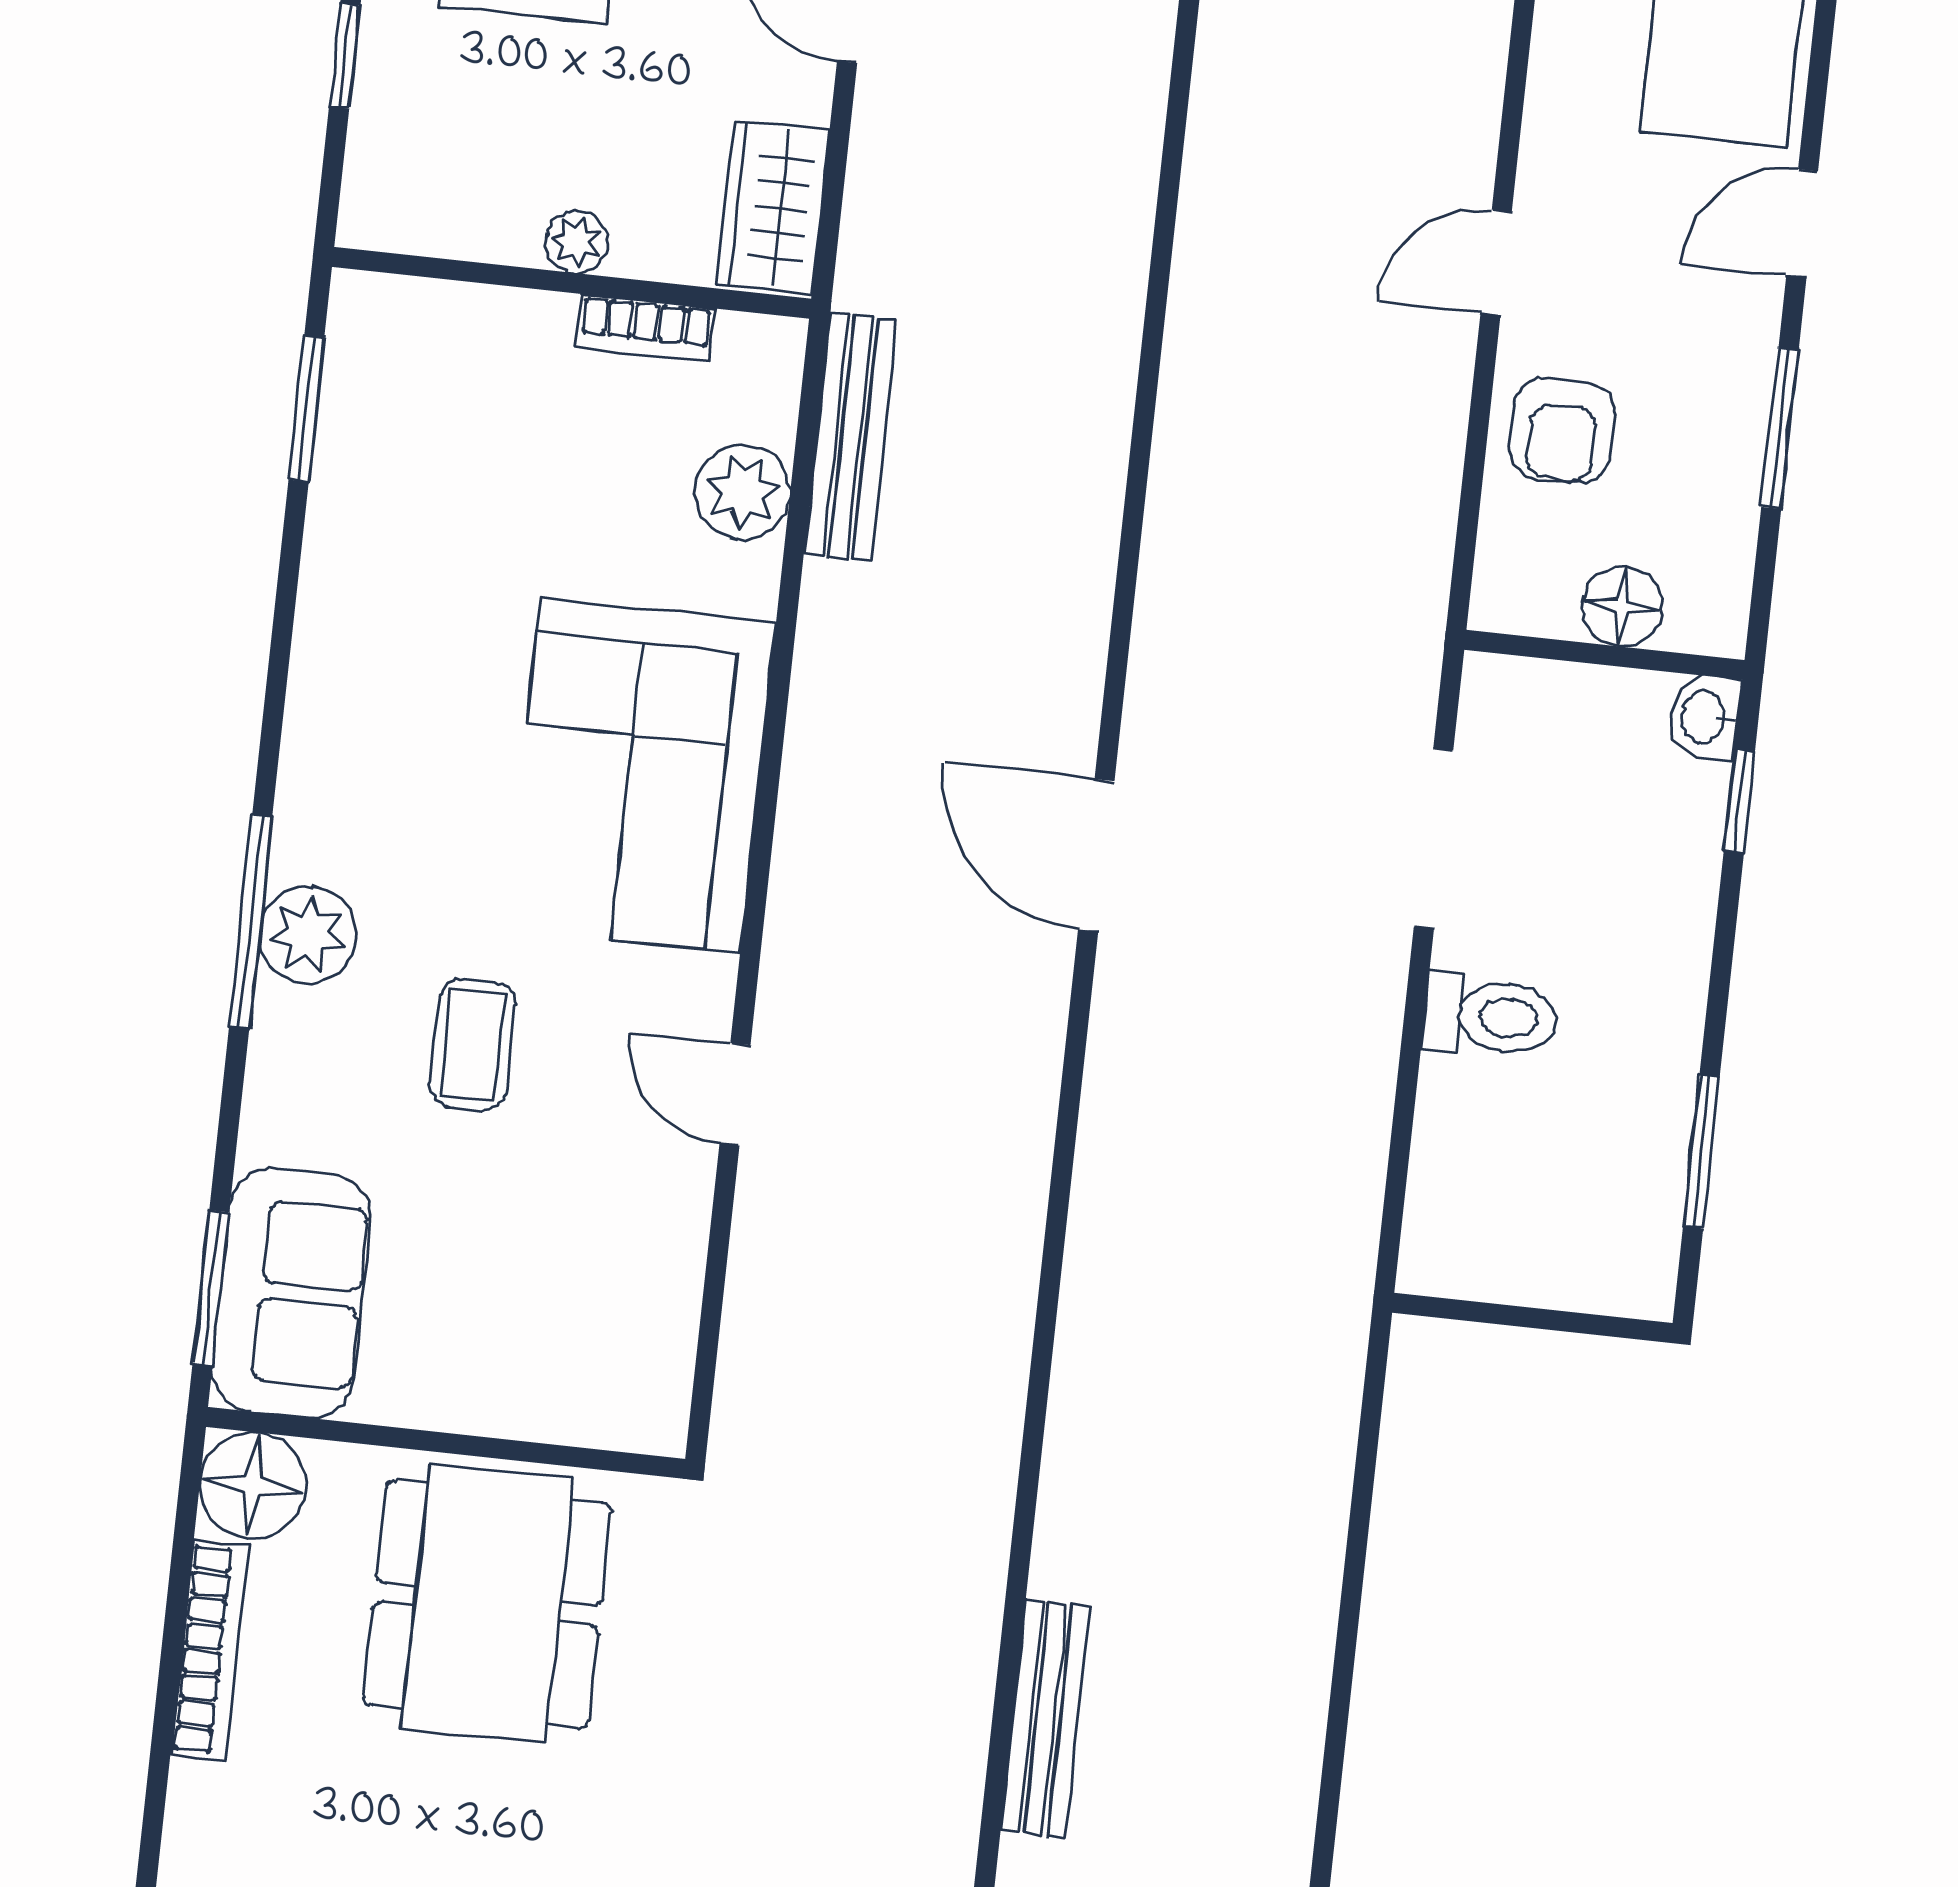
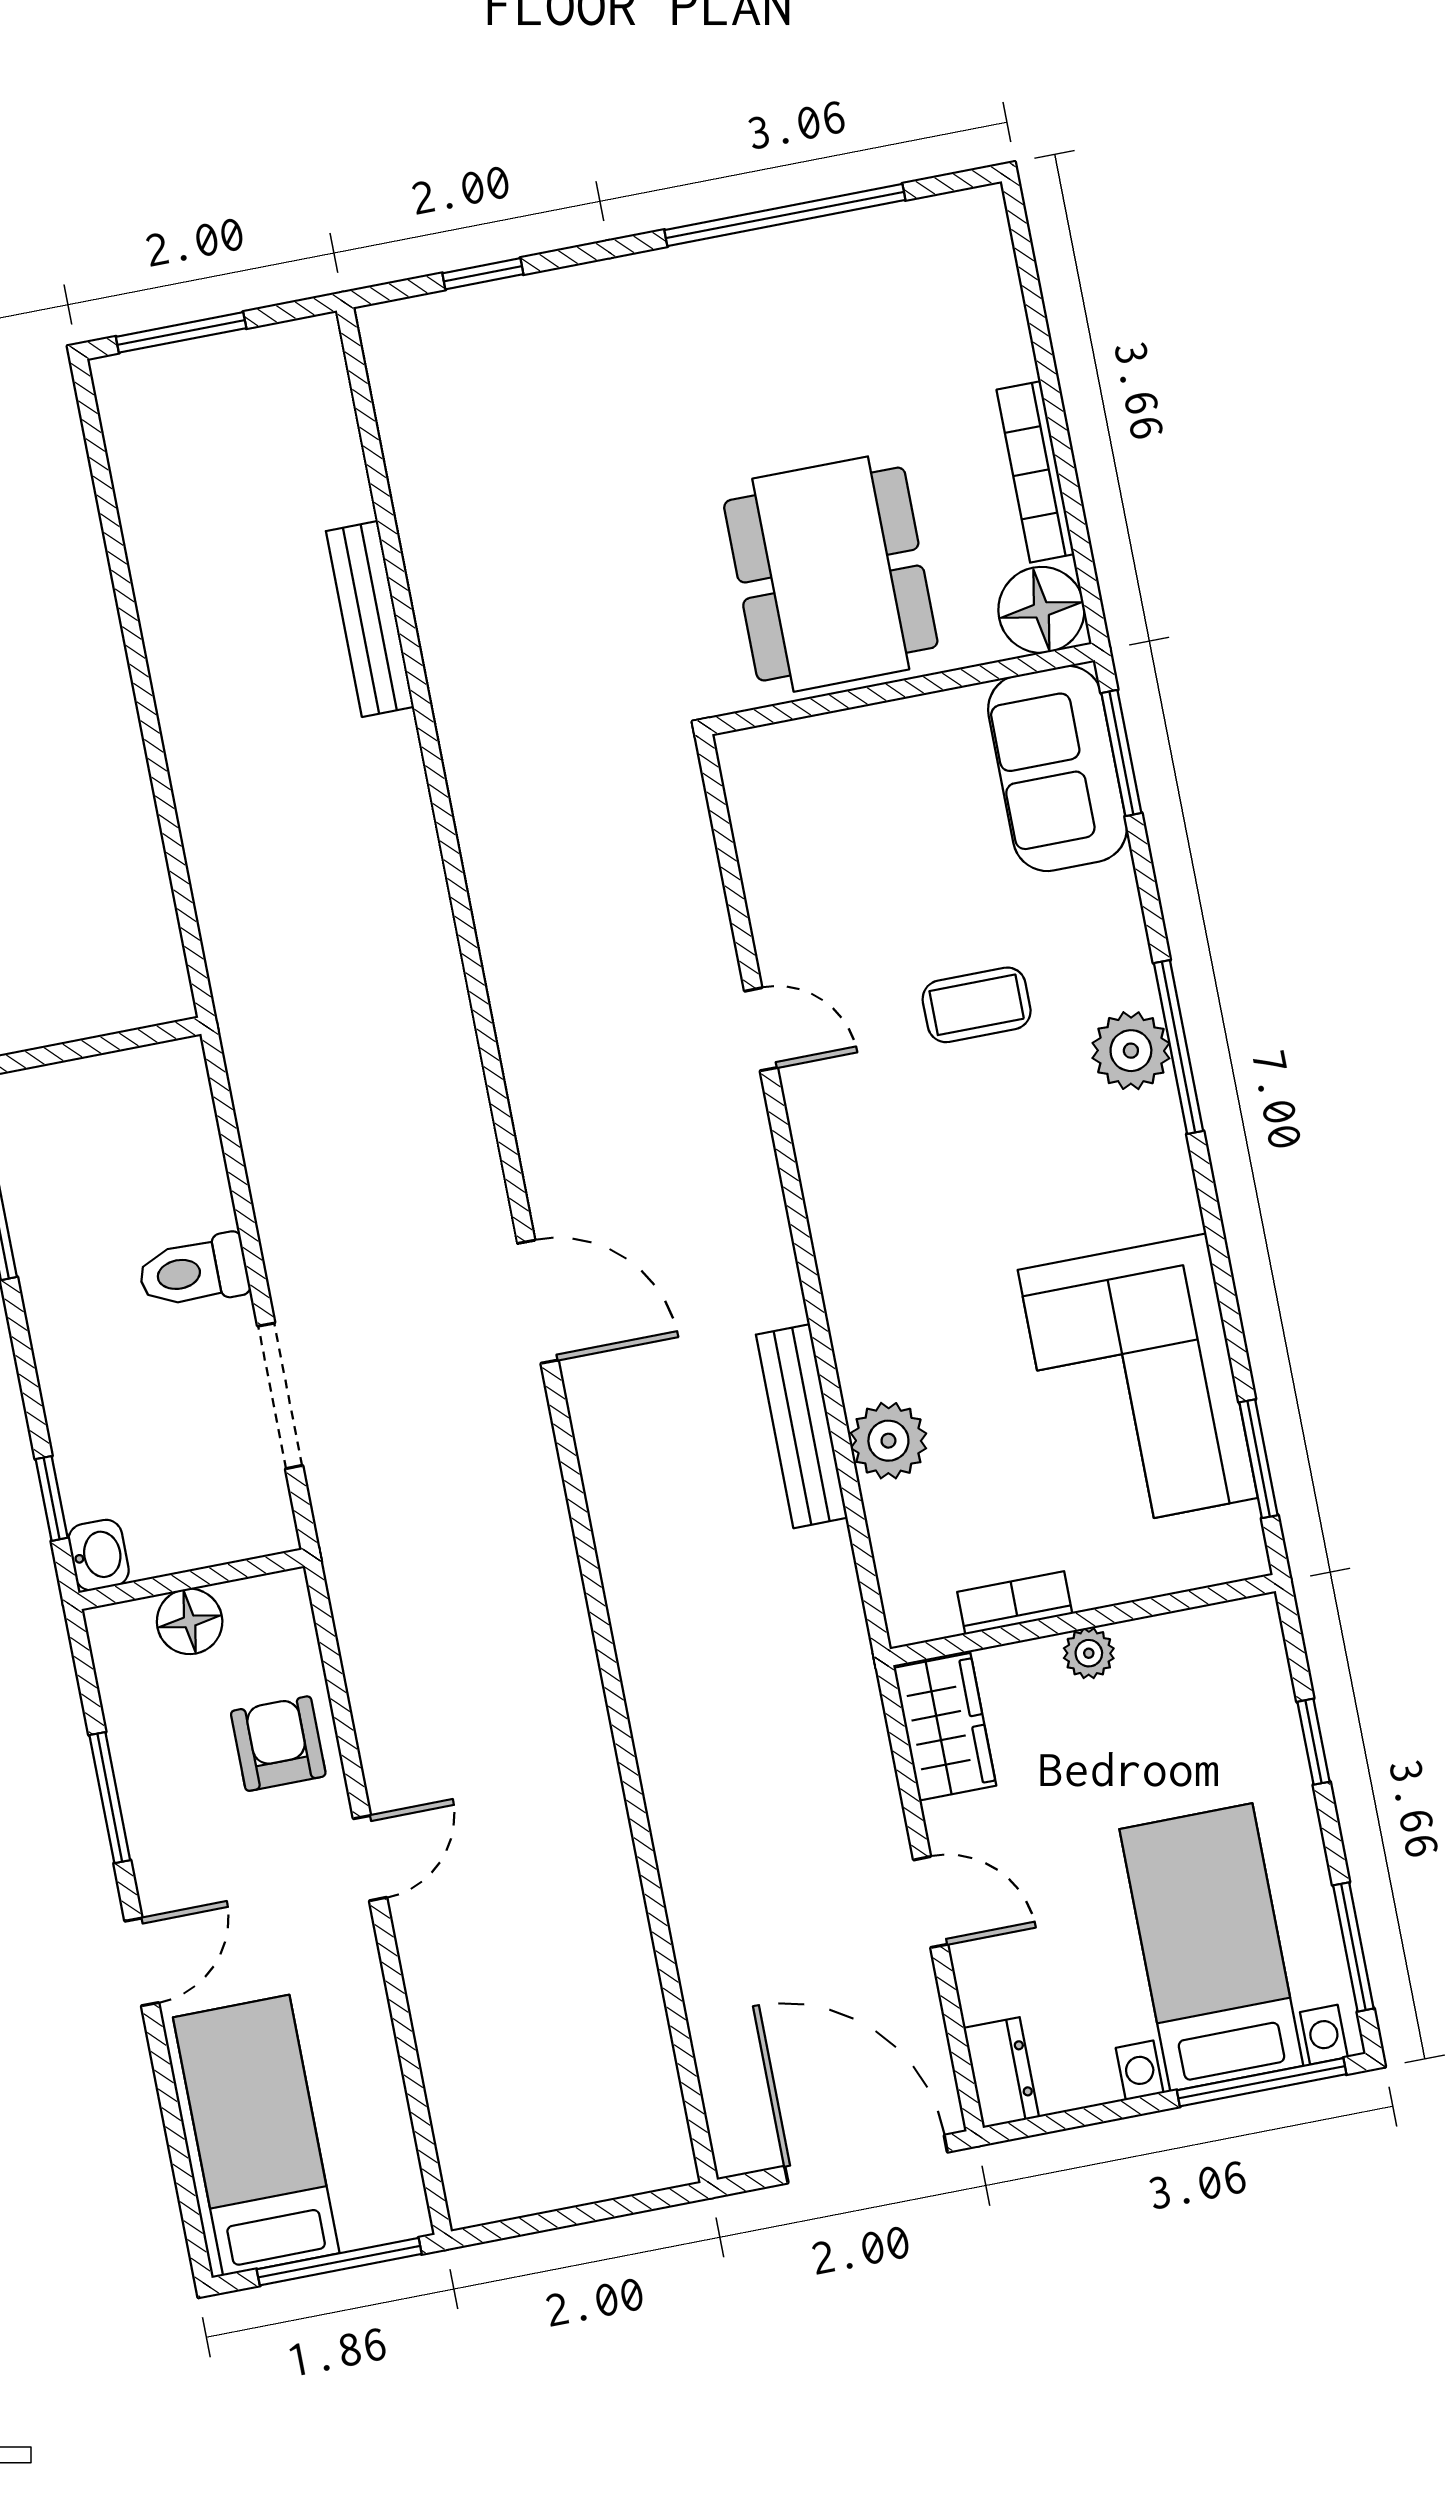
bench: (851, 437) -> (802, 1426), moved
plant: (743, 492) -> (888, 1441), moved
corner sofa: (641, 775) -> (1138, 1384), moved, turned 180
coffee table: (473, 1045) -> (977, 1005), turned 90

